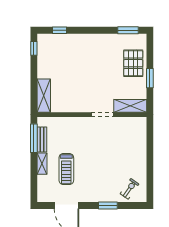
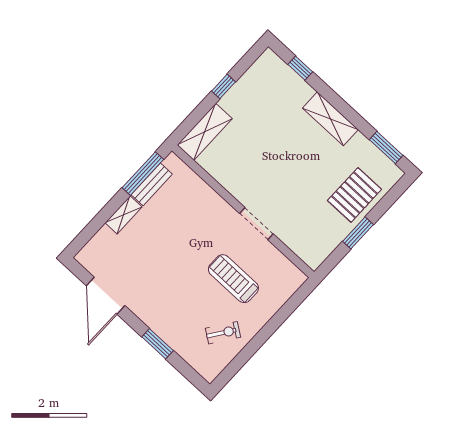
window: (34, 48) -> (223, 86), moved
shelving: (130, 106) -> (330, 119), moved
treadmill: (66, 169) -> (233, 279), moved, turned 90
exercise bike: (130, 189) -> (223, 333), moved

